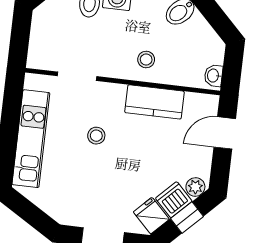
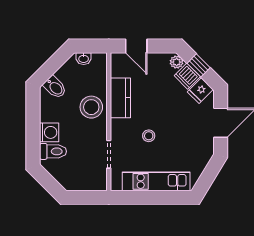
stool: (146, 60) -> (91, 107), width x1.89, depth x1.89
washbasin: (213, 76) -> (84, 59), moved

